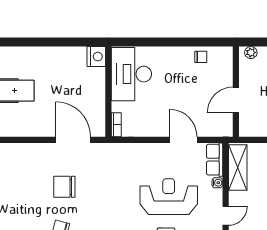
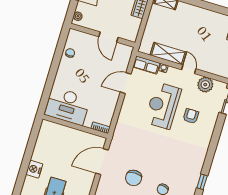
nightstand: (96, 57) -> (34, 169), moved, turned -90
shelving: (238, 168) -> (168, 54), moved

